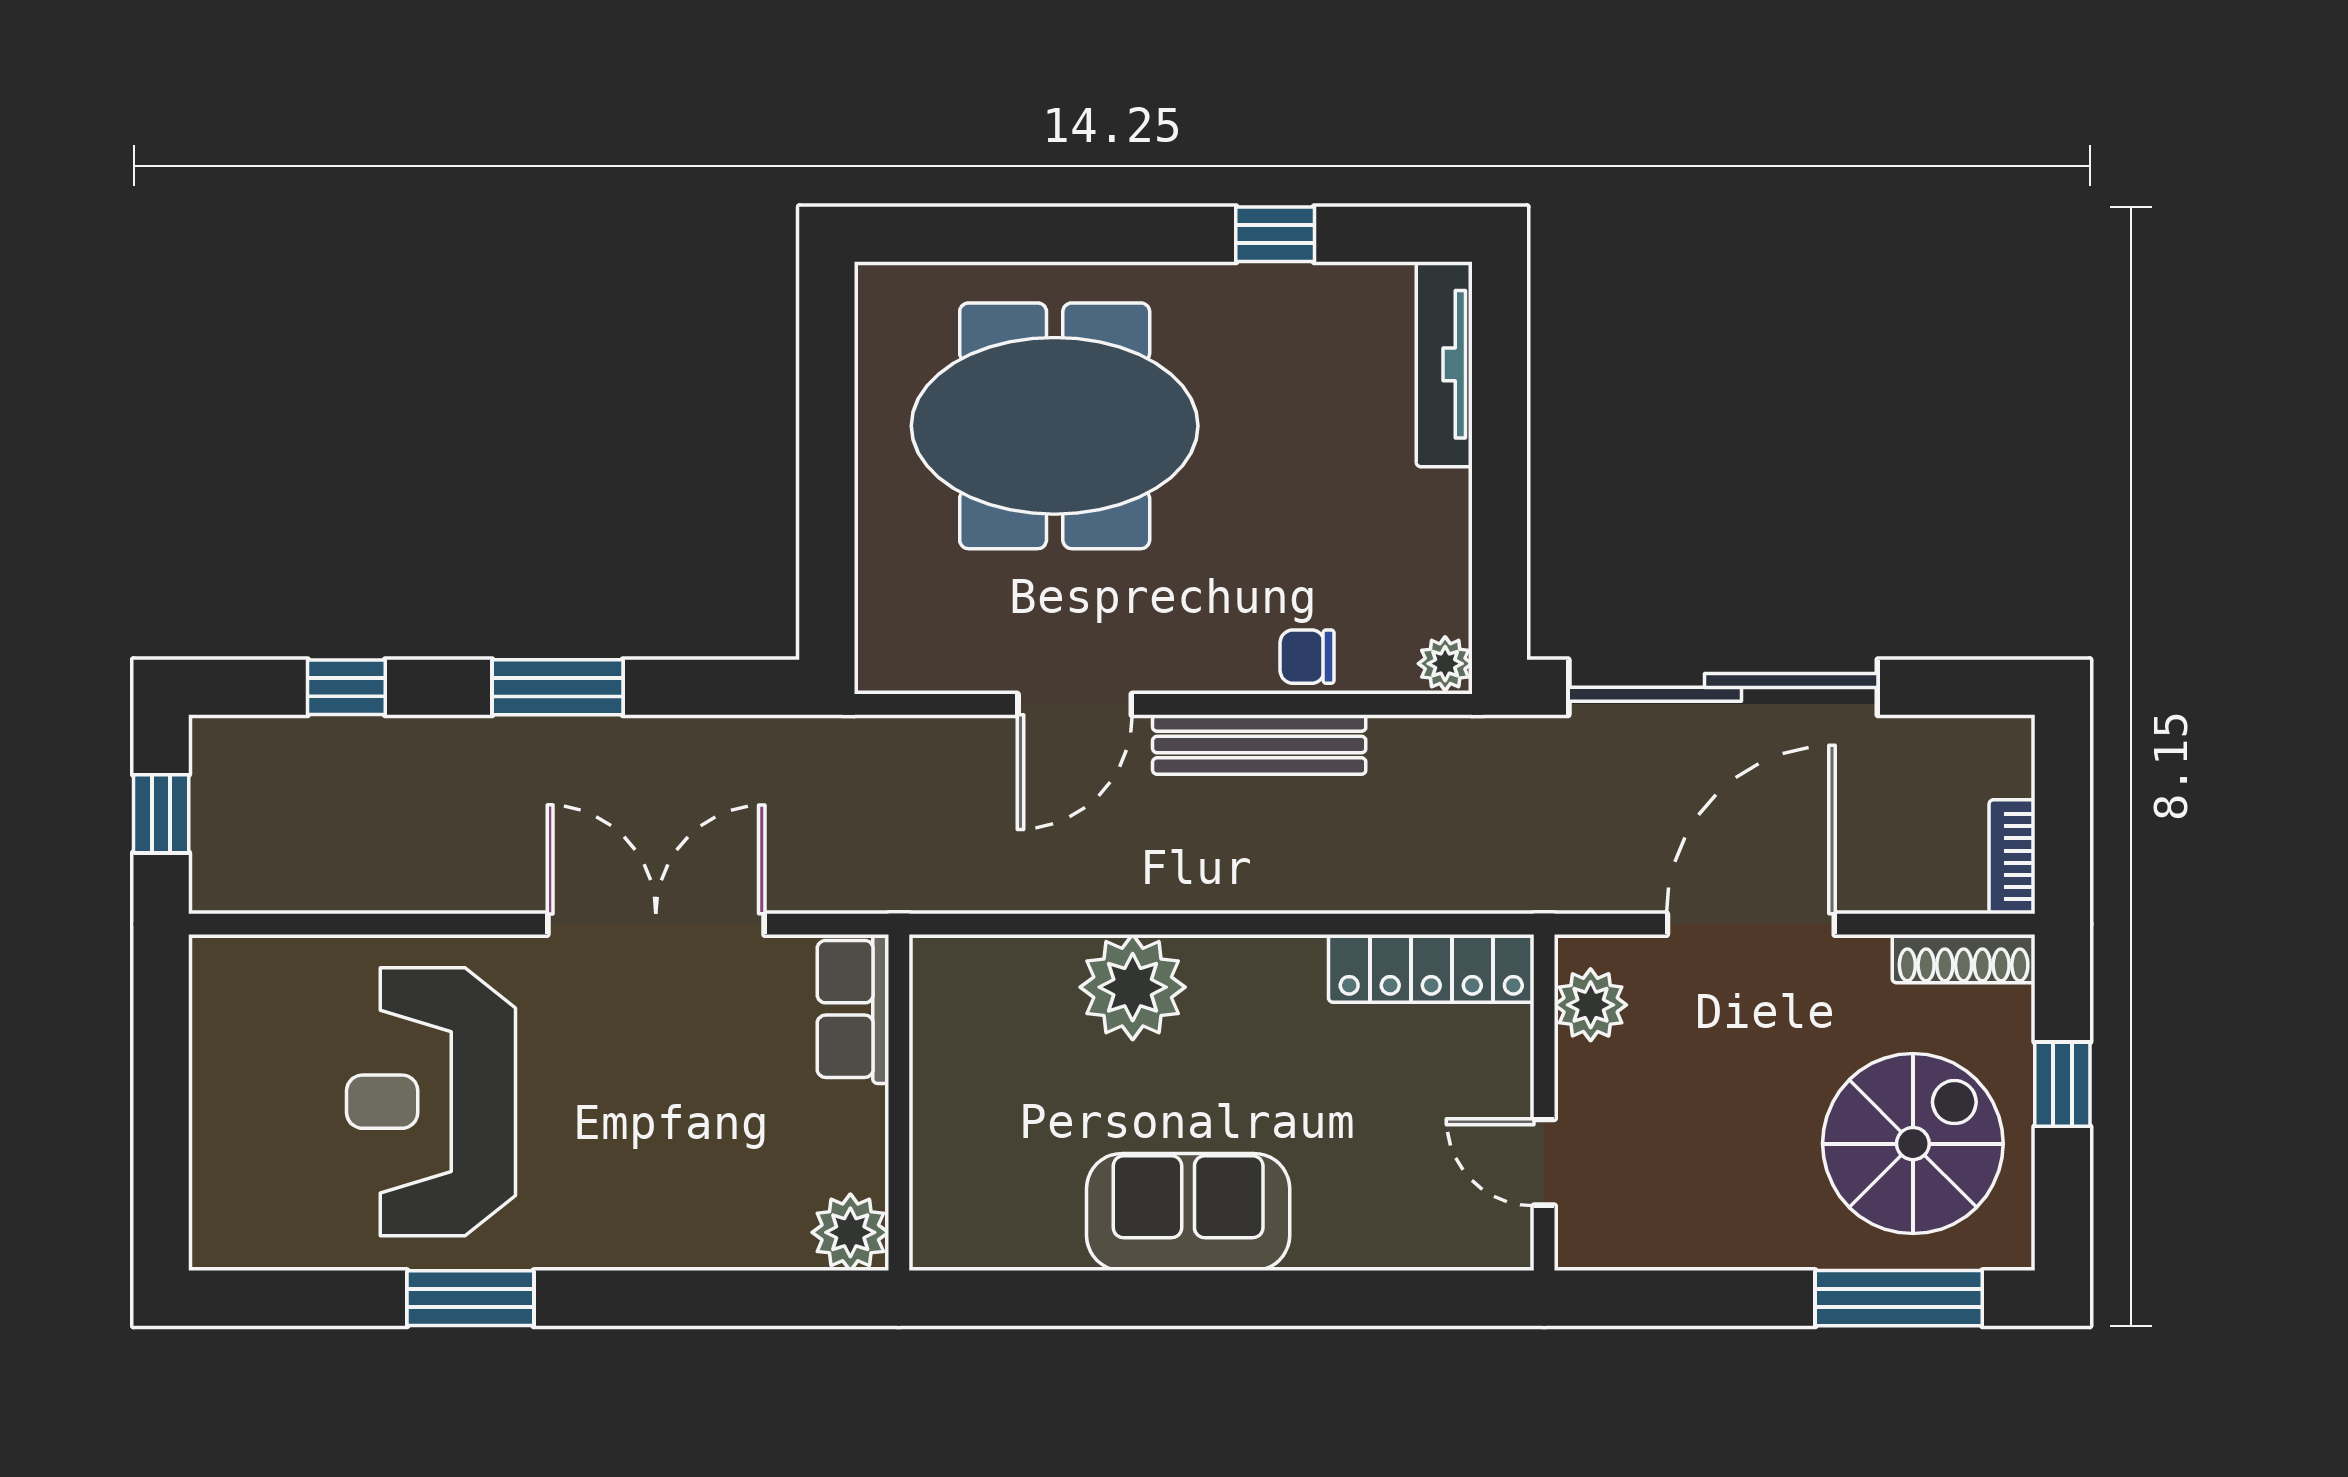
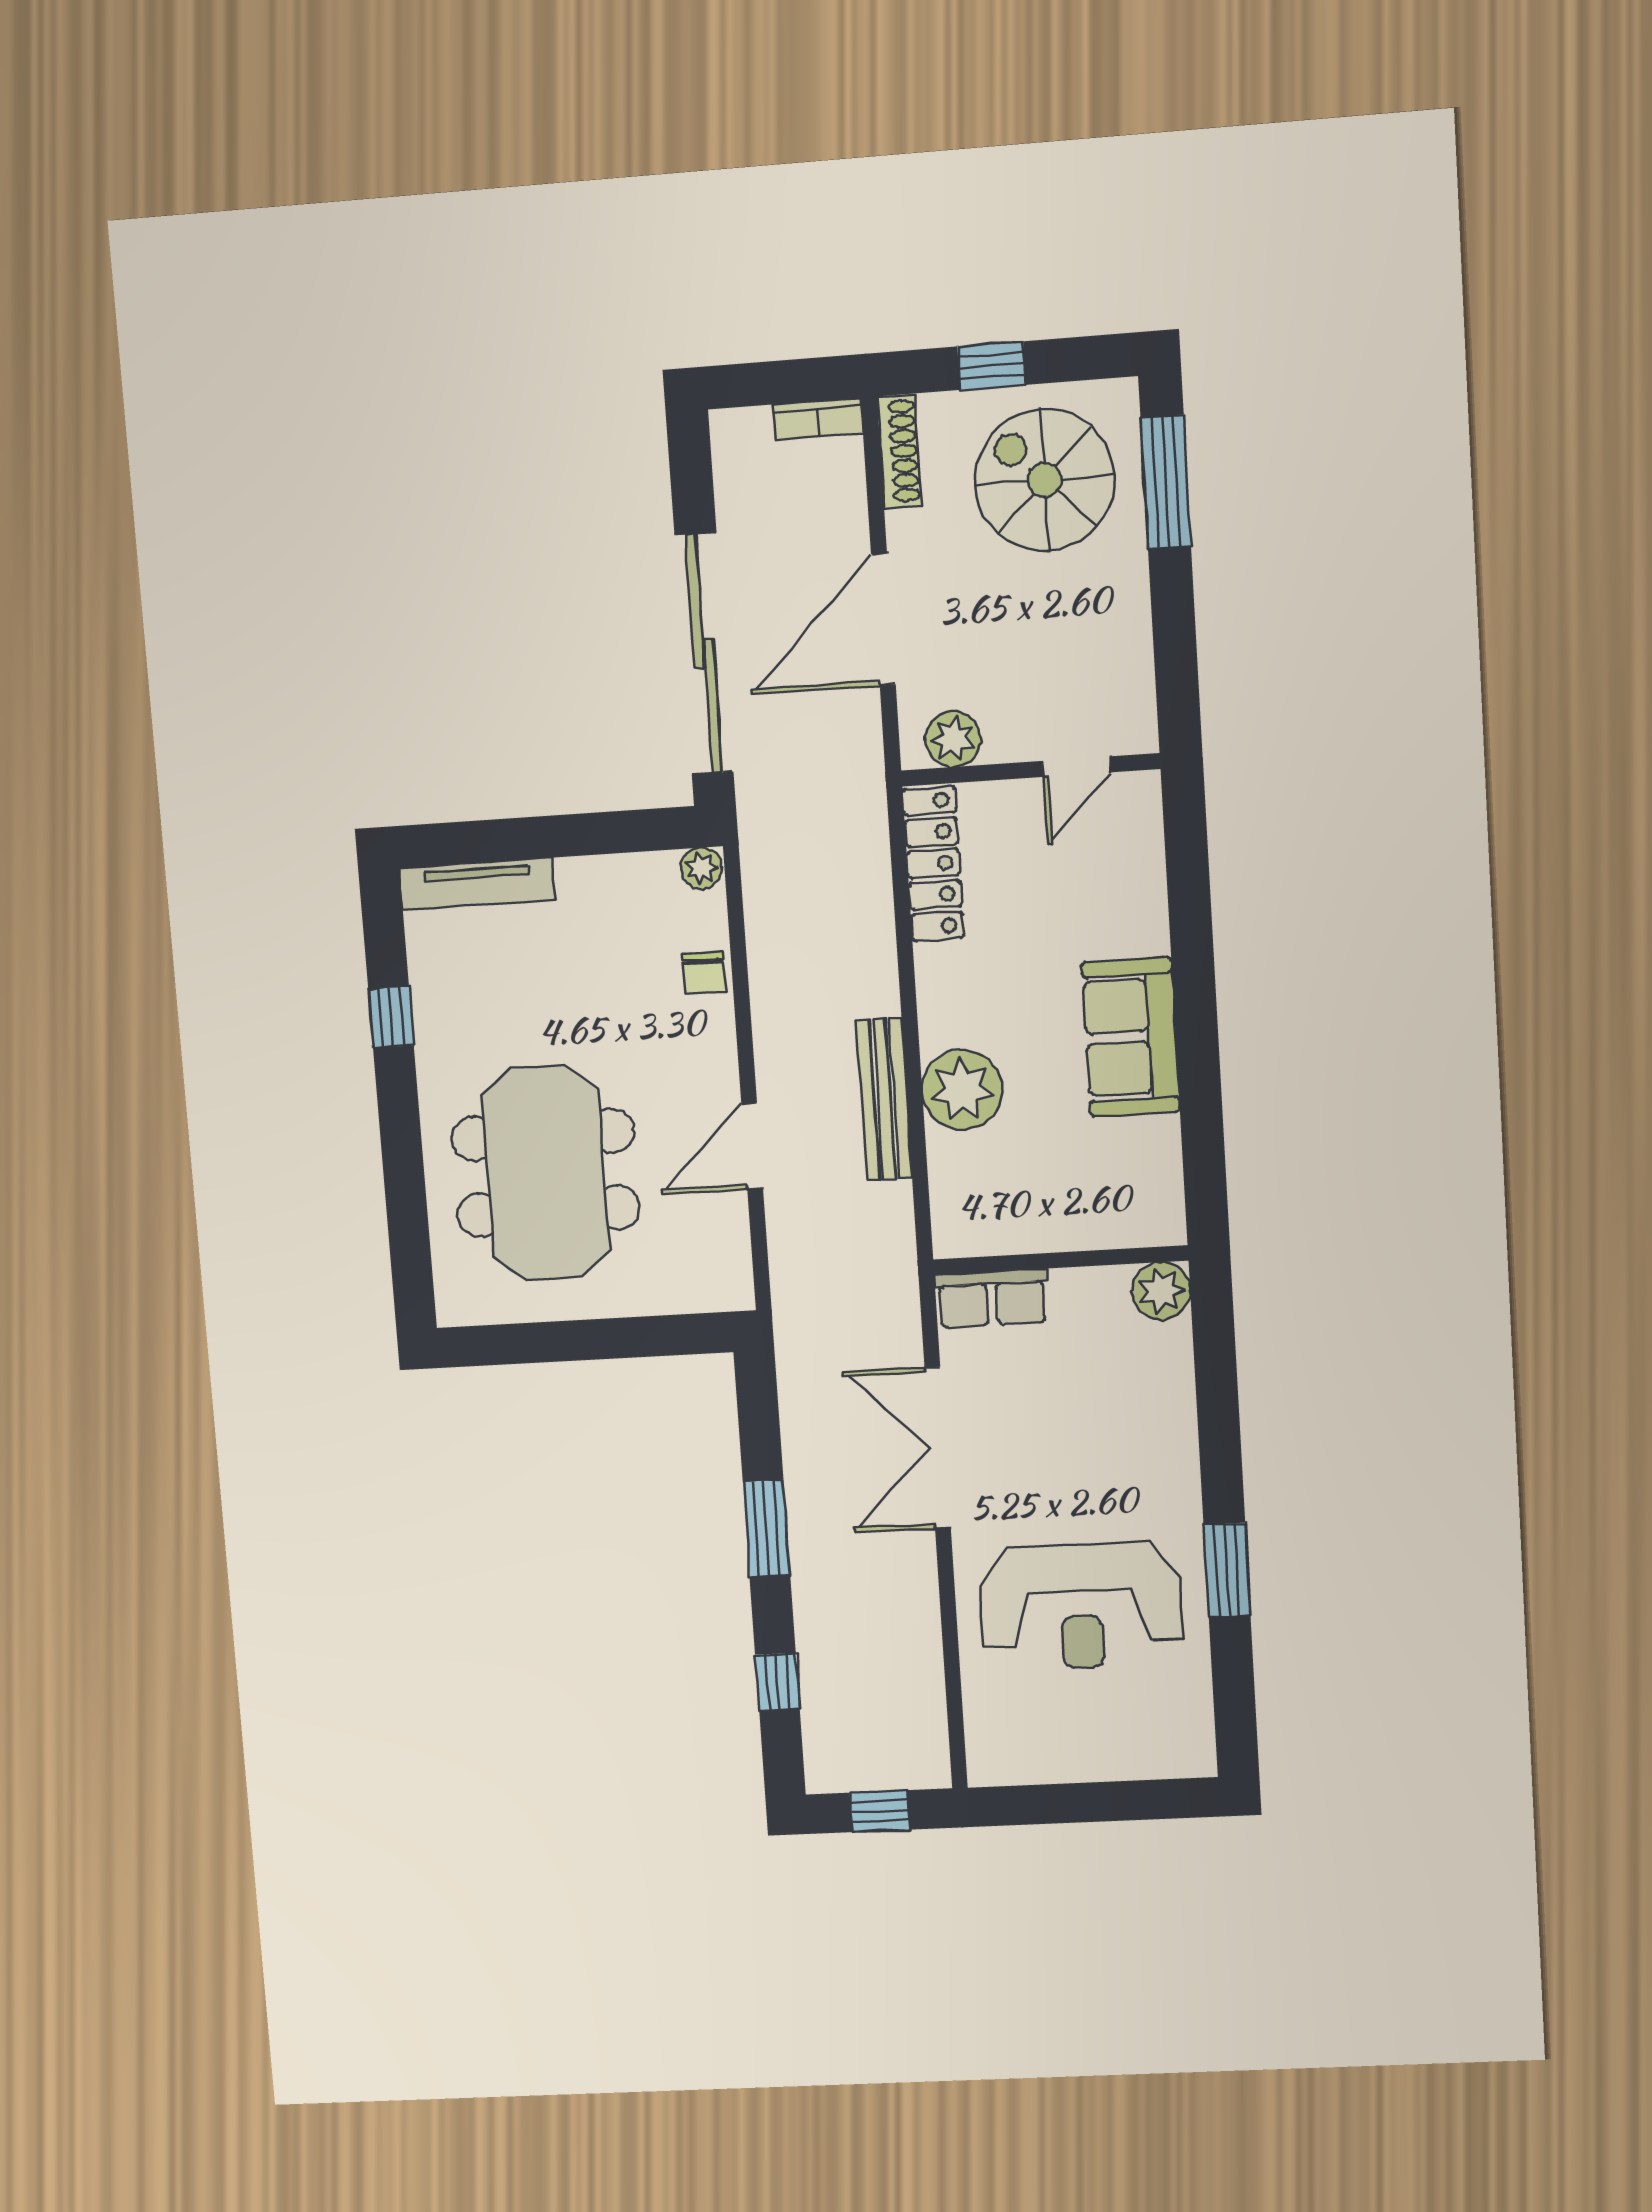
door: (1075, 704) -> (752, 1146), swing flipped
bench: (1259, 745) -> (884, 1099), moved
door: (1751, 924) -> (883, 619), hinge flipped

